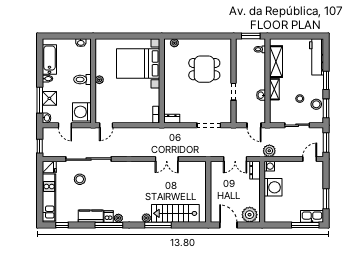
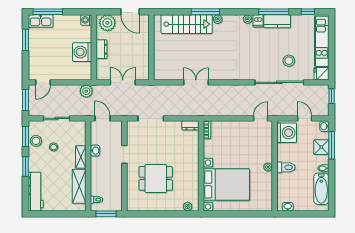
washing machine: (269, 166) -> (86, 20), moved
dresser: (255, 170) -> (102, 49), moved
window: (109, 225) -> (274, 12), moved

